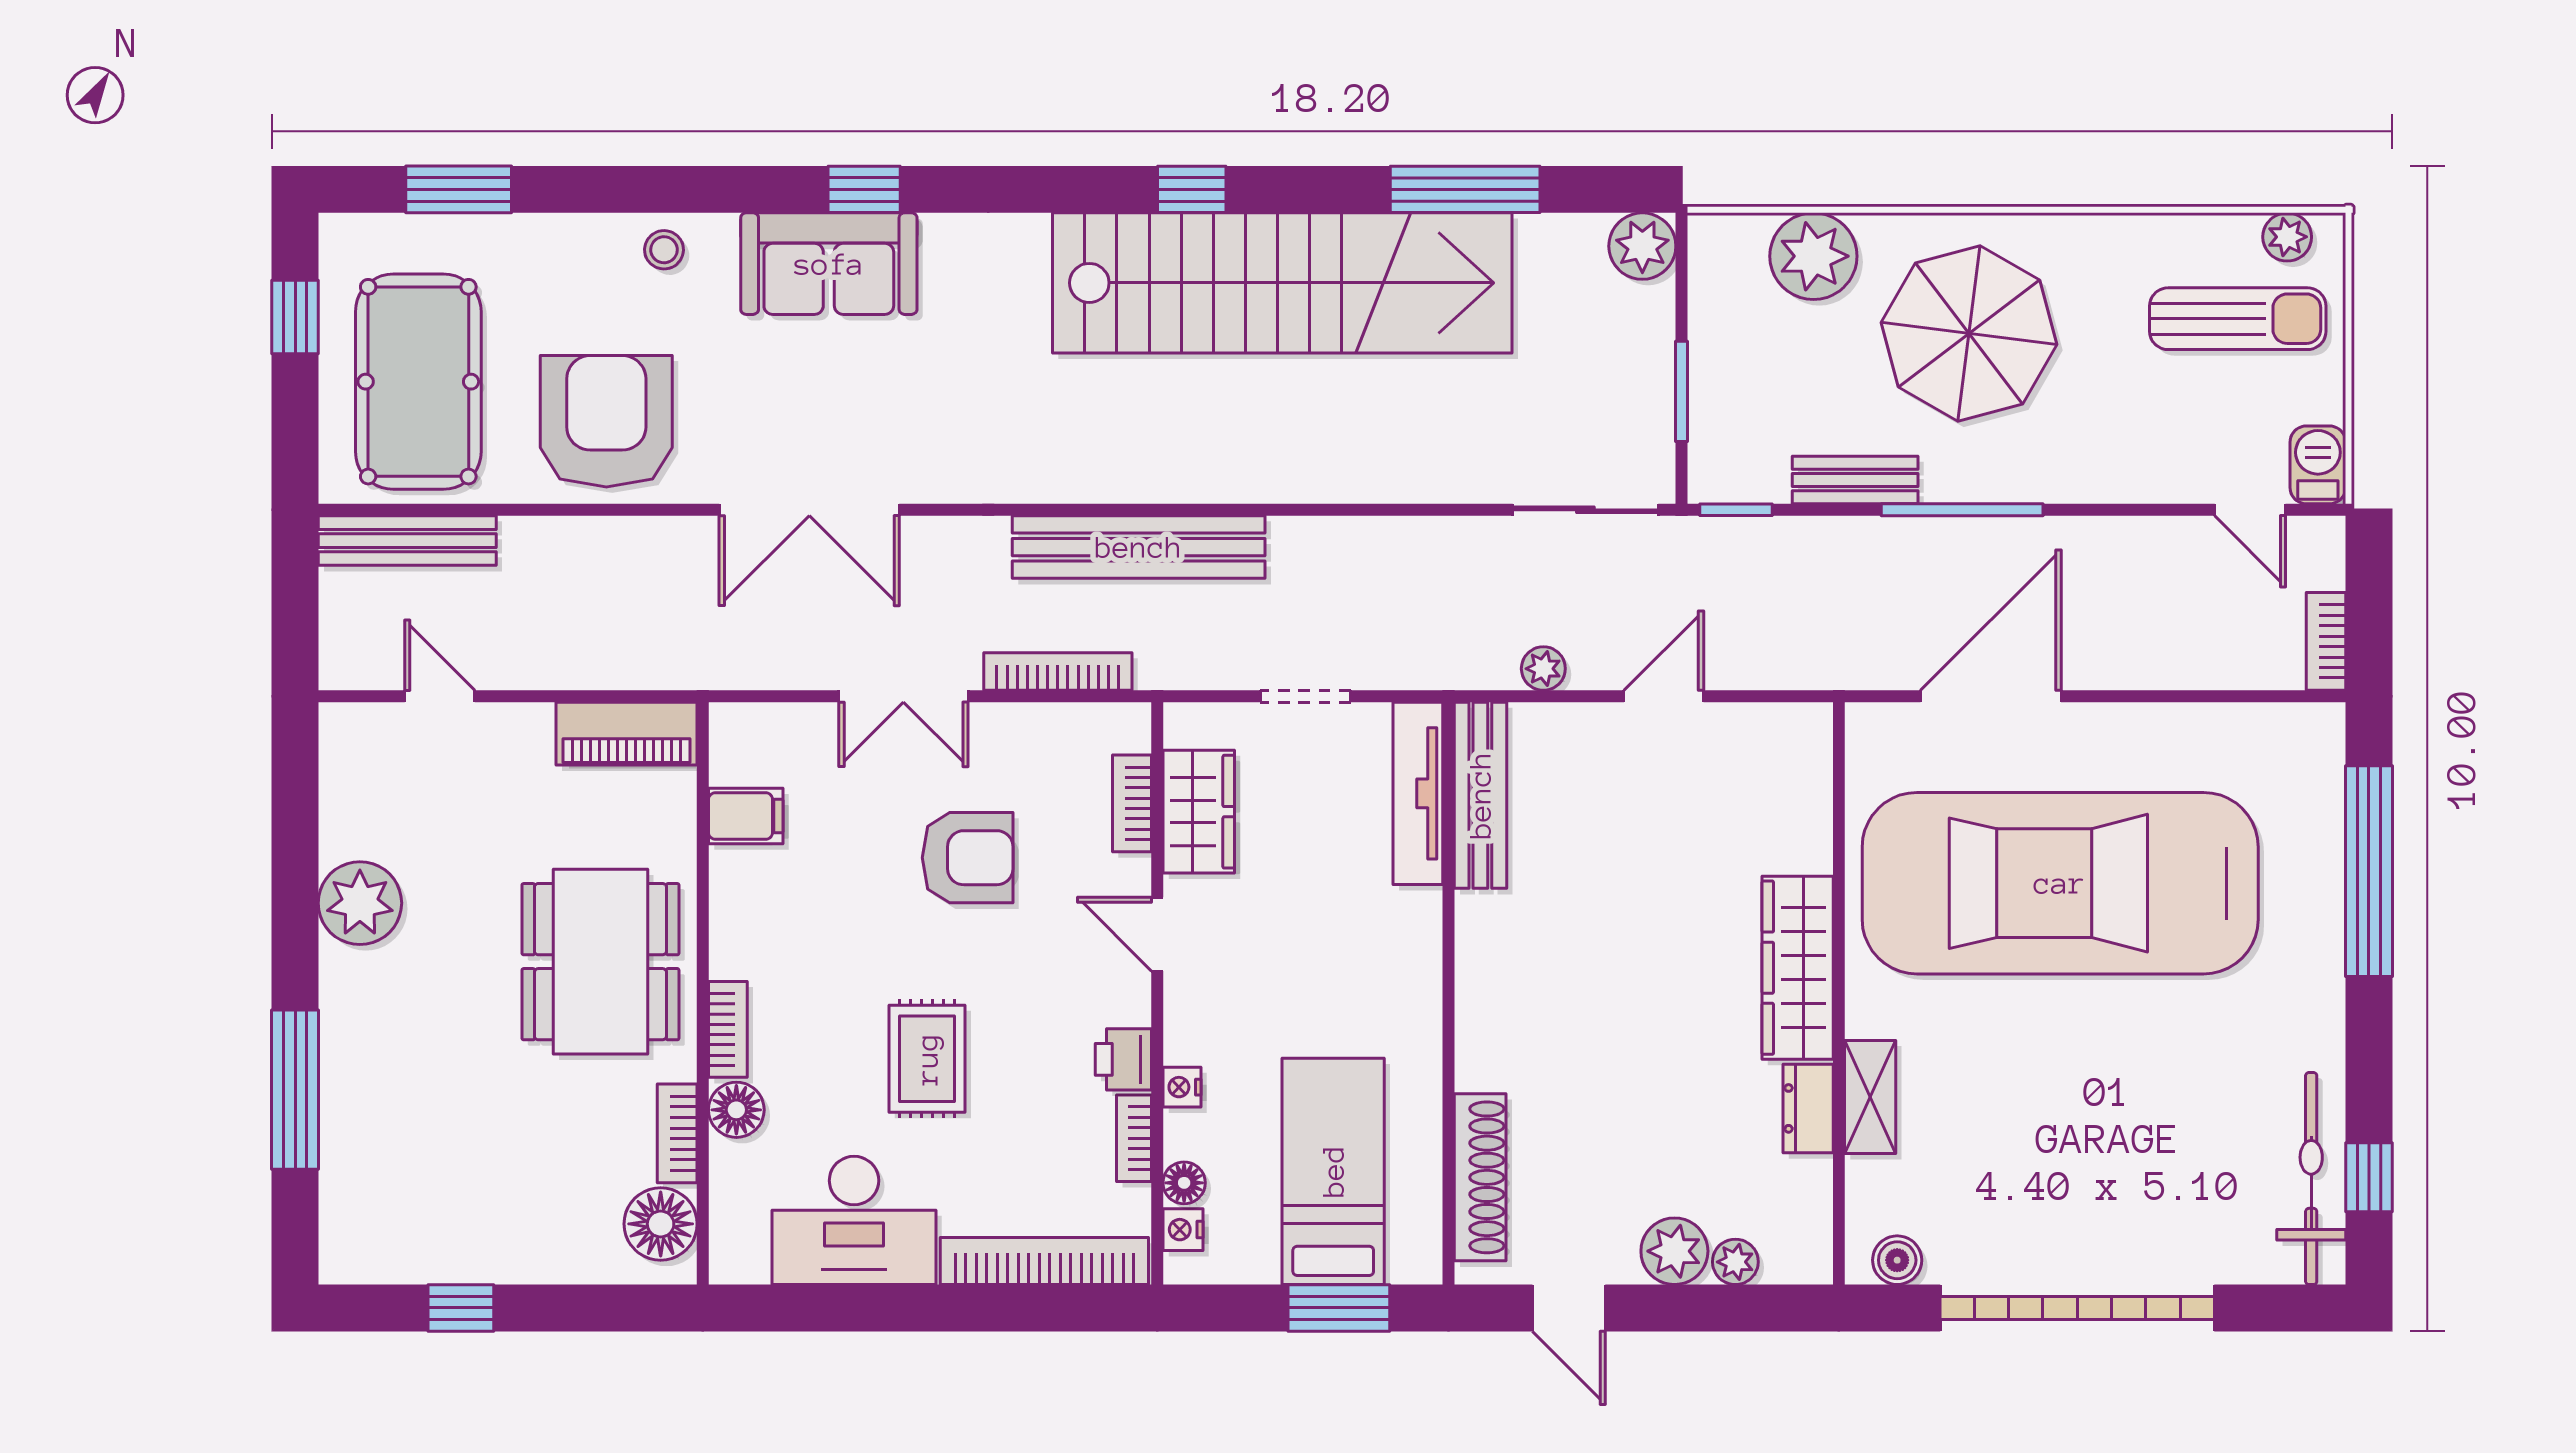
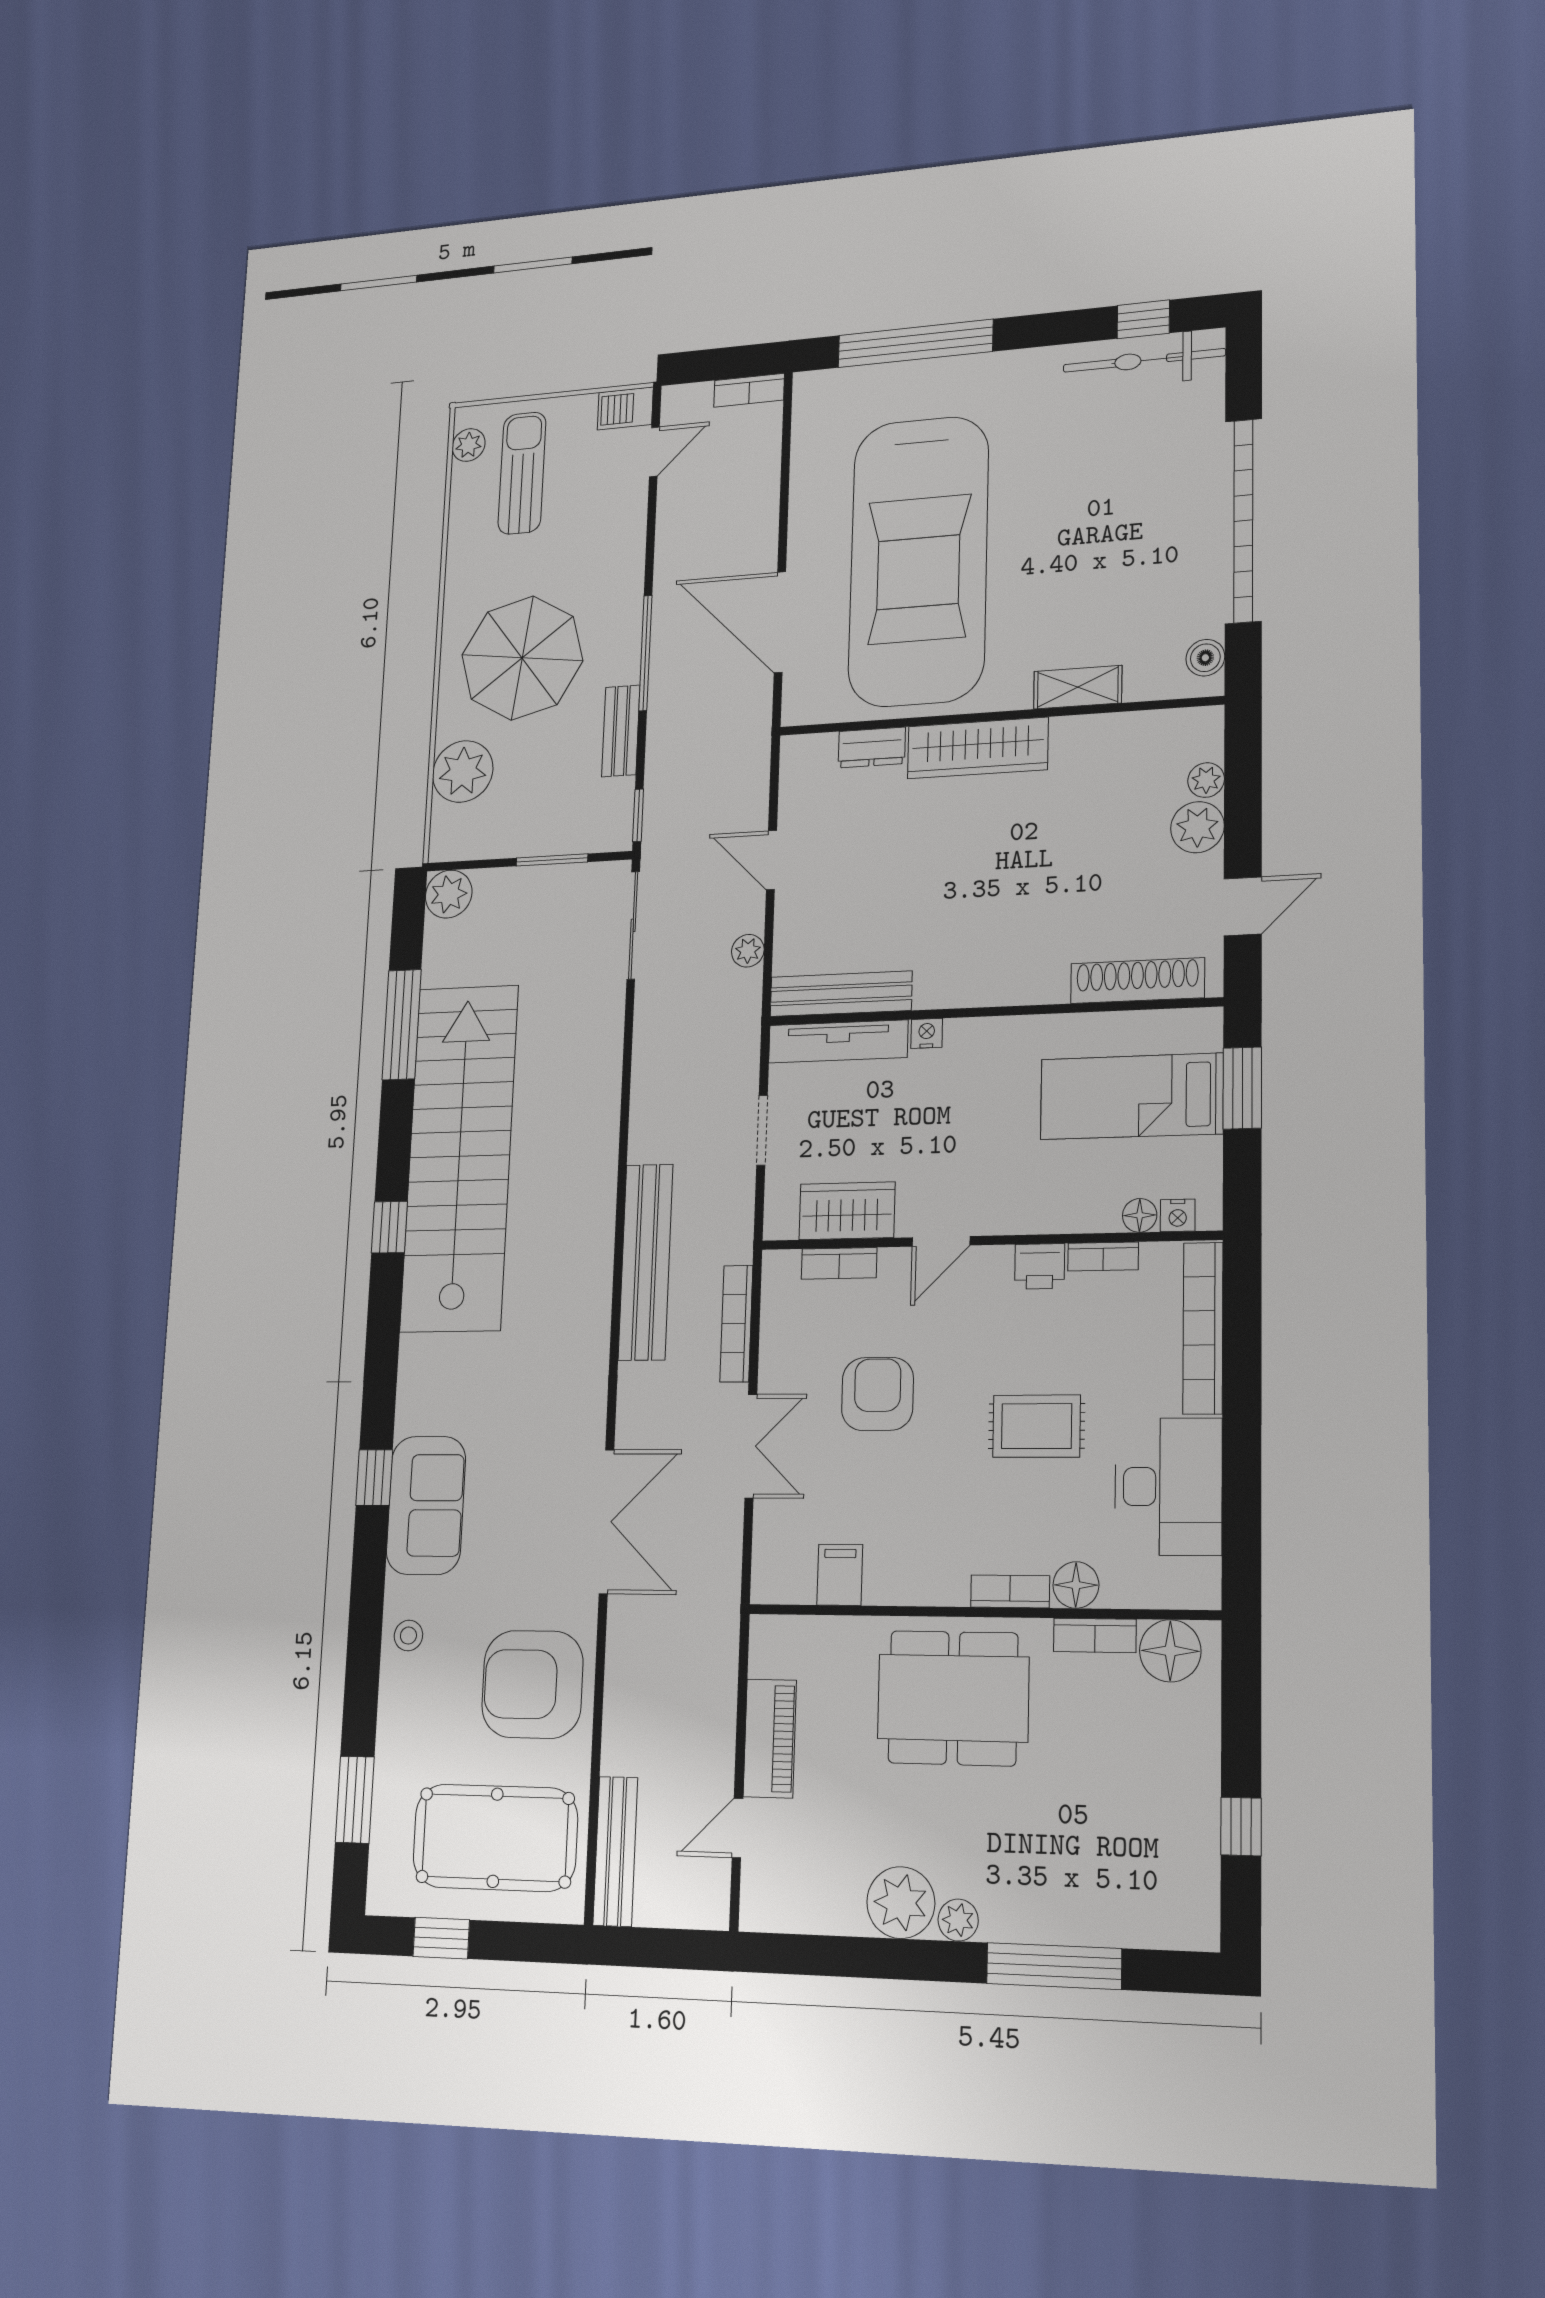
piano: (627, 734) -> (770, 1738), moved
plant: (343, 974) -> (958, 1920), added
nightstand: (1182, 1087) -> (927, 1033), moved, turned 180
dresser: (1808, 1108) -> (872, 747), moved

